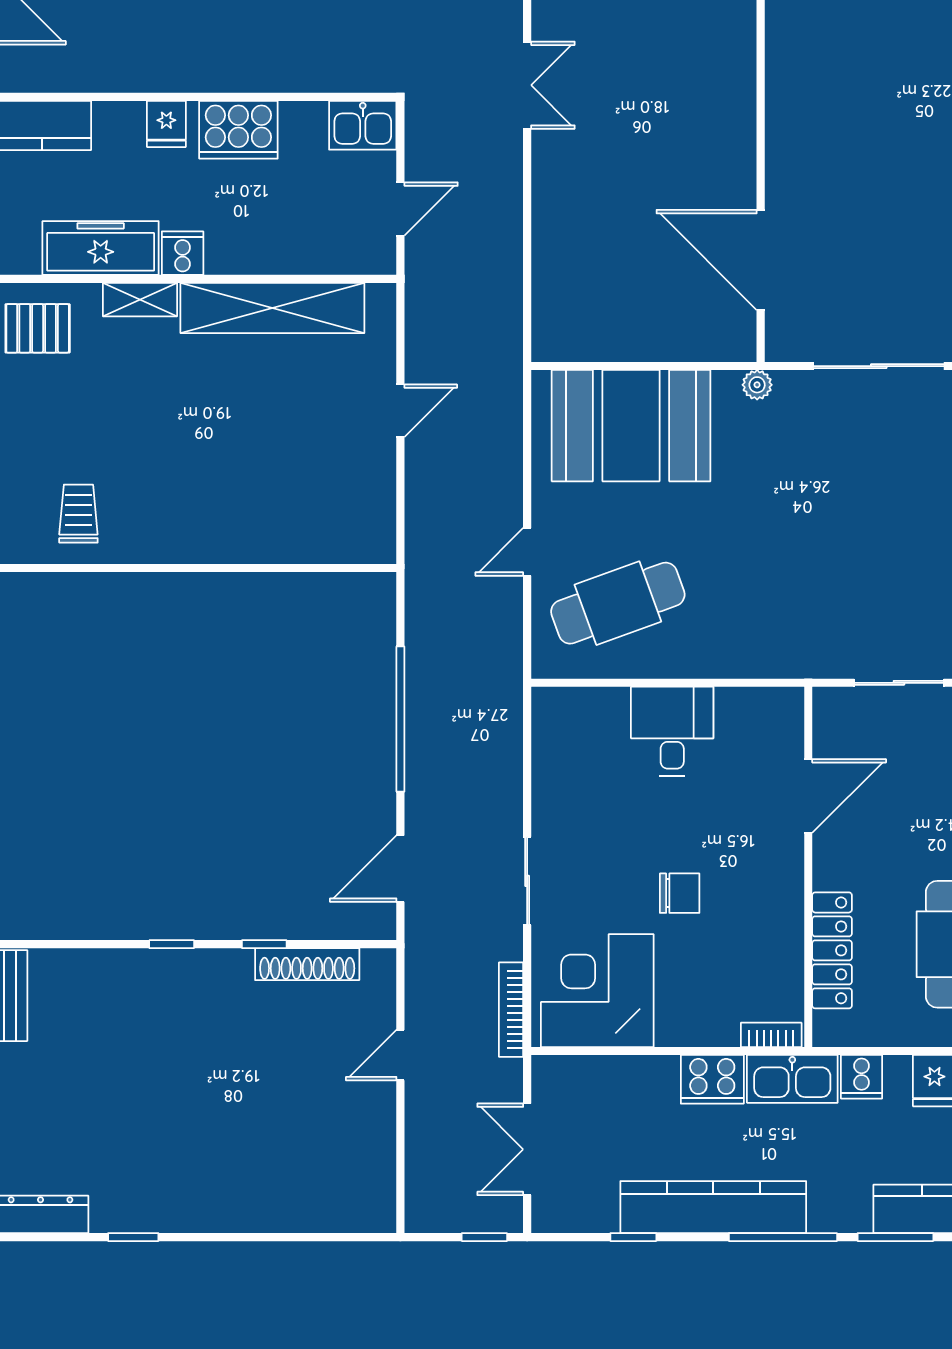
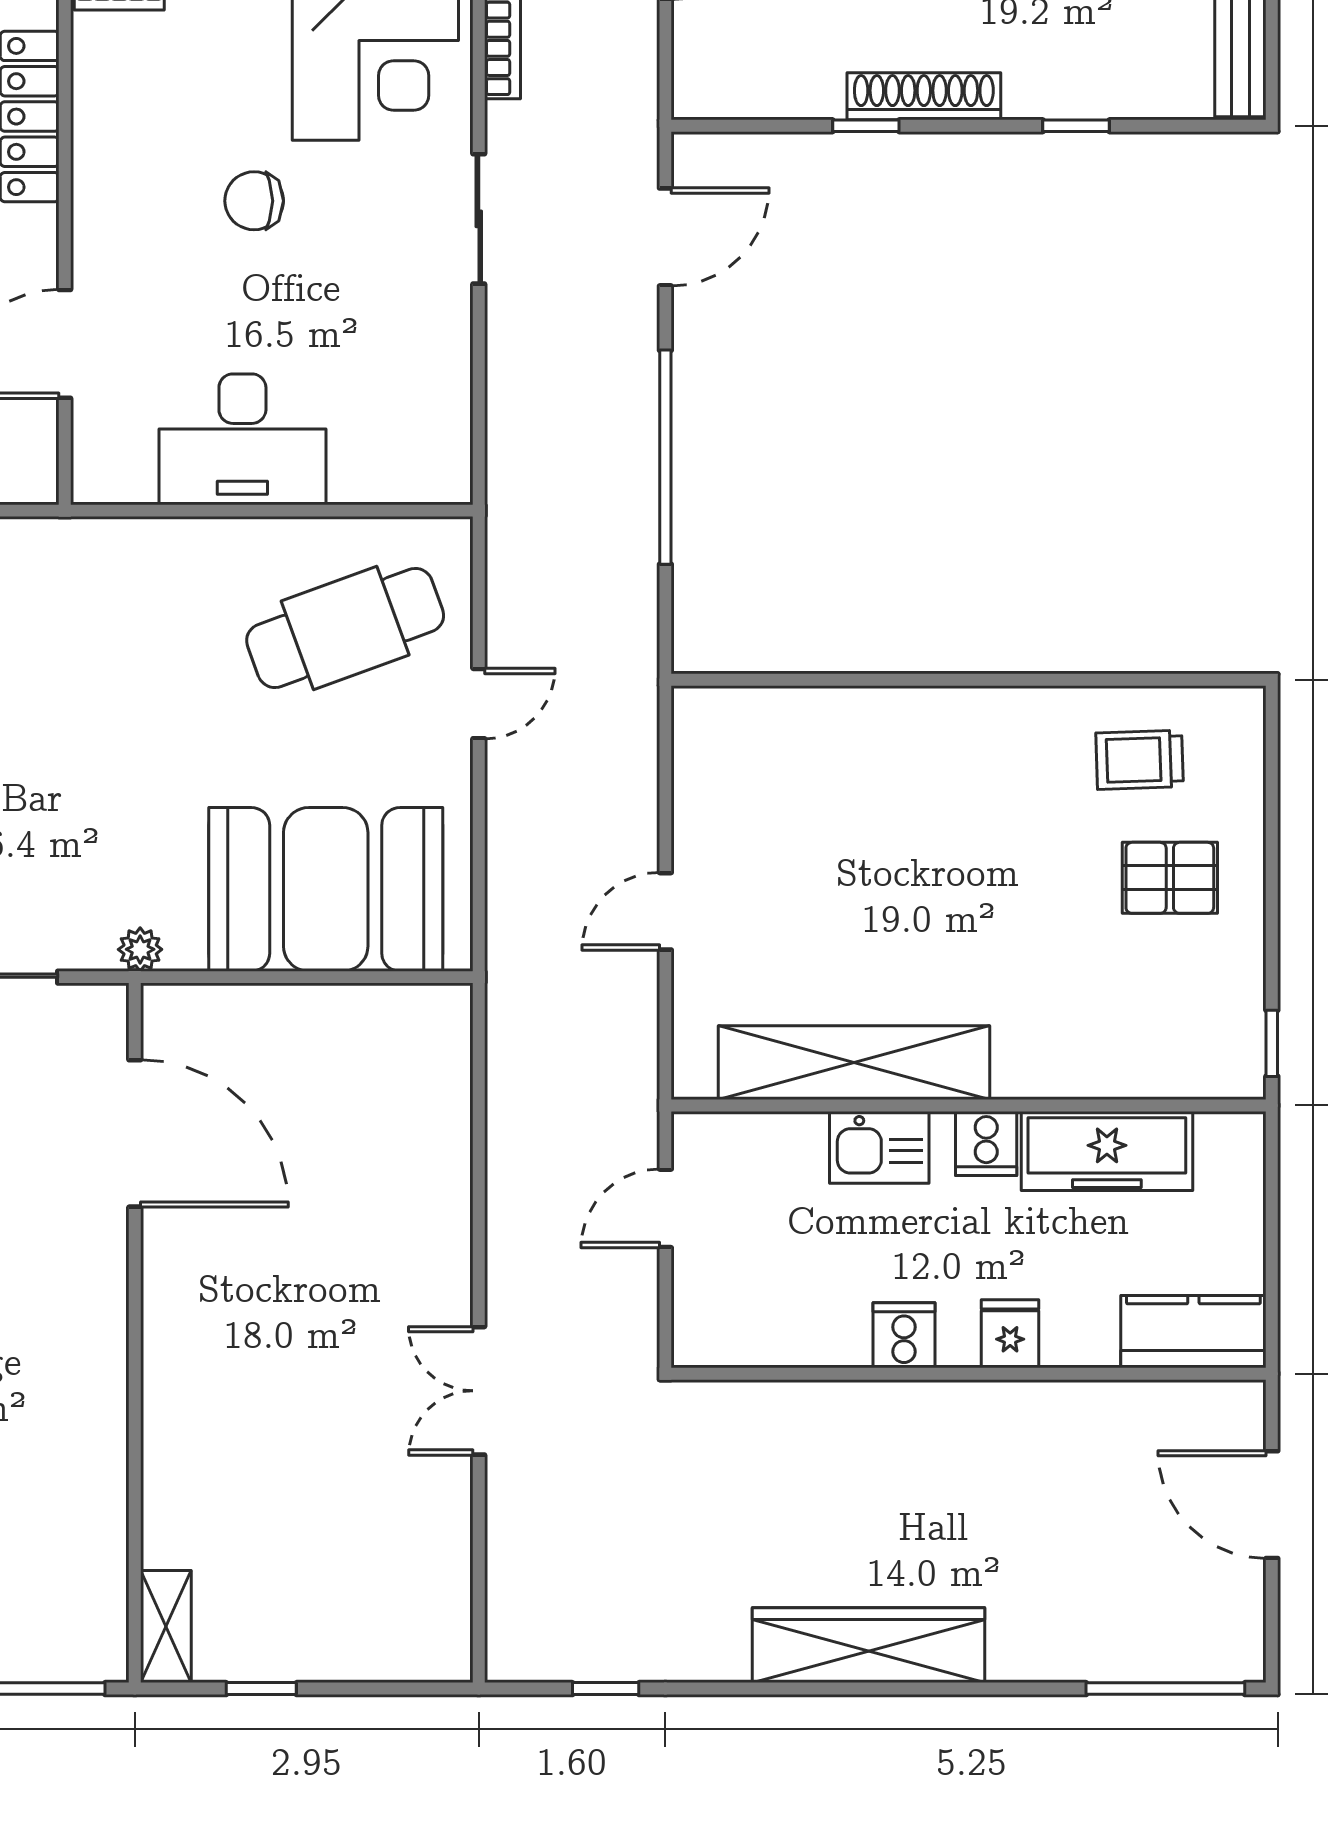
kitchen sink: (363, 125) -> (879, 1147), moved, turned 180
cooker: (238, 130) -> (904, 1335), width x0.53, depth x0.76
shelving: (140, 300) -> (1049, 1075), removed
pallet: (38, 328) -> (1170, 878), moved
trolley: (78, 514) -> (1140, 760), turned 88
desk: (672, 731) -> (242, 439), width x1.37
window: (172, 944) -> (1076, 126), moved
shoe rack: (307, 964) -> (924, 96), moved

